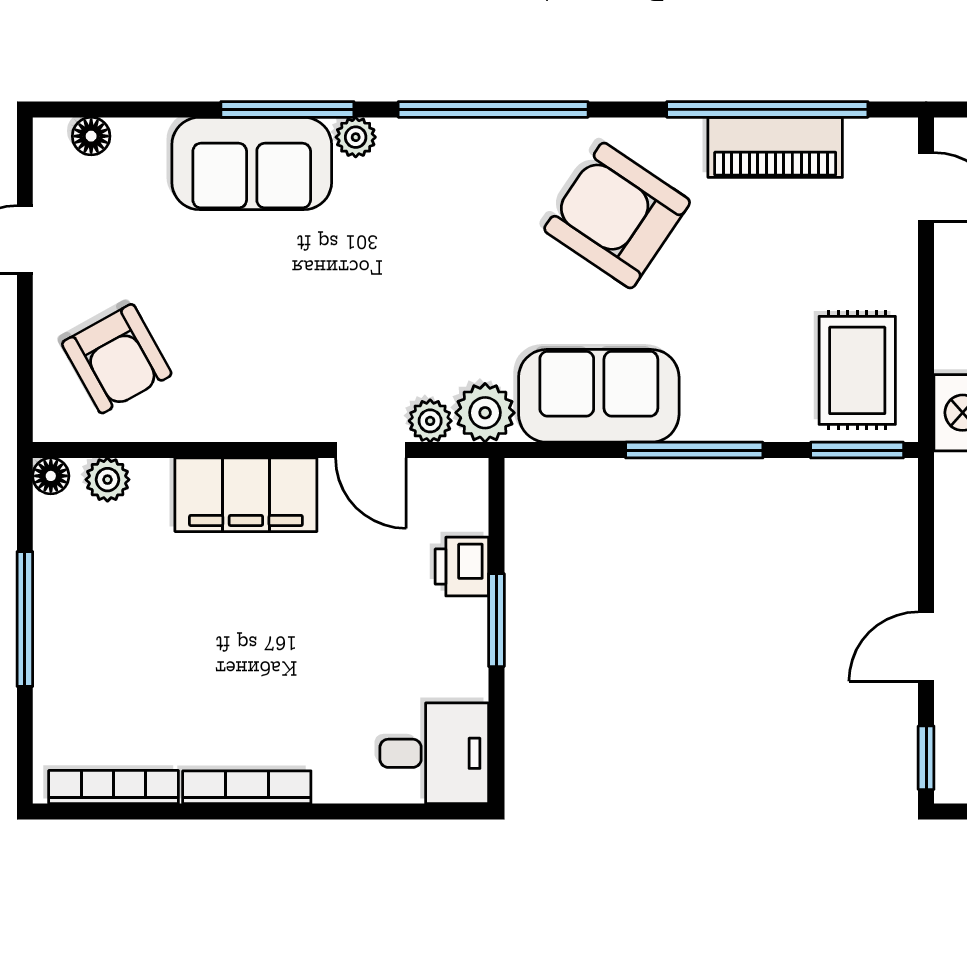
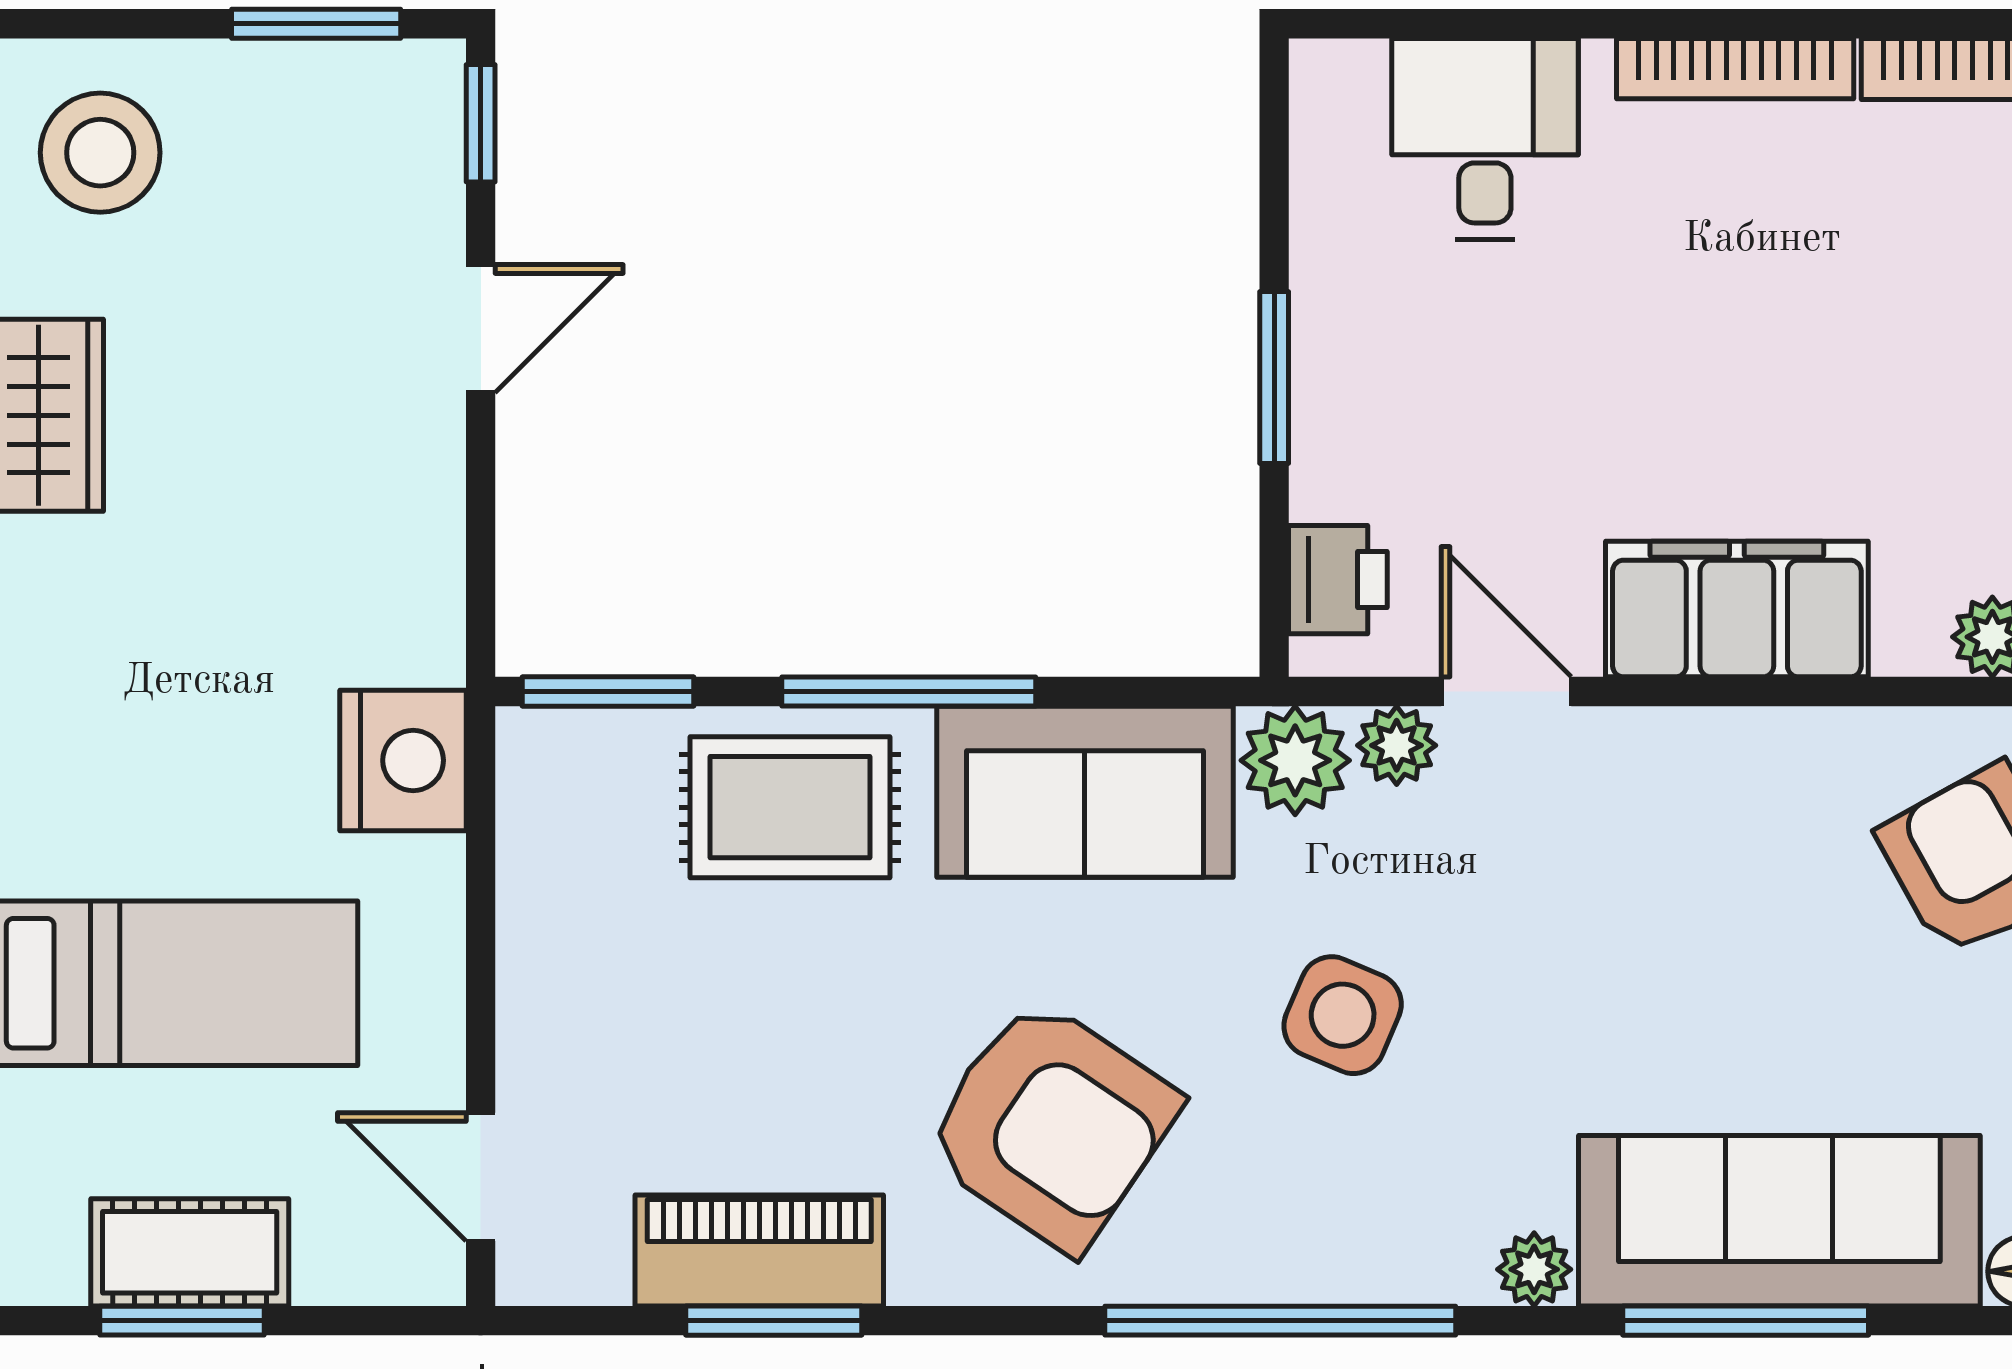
window: (287, 109) -> (1746, 1321), moved
window: (767, 109) -> (774, 1321), width x0.47
sofa: (252, 164) -> (1779, 1221), width x1.36
side table: (459, 275) -> (1343, 1015), added
rug: (857, 370) -> (790, 807), moved, turned 90
printer: (462, 567) -> (1338, 580), moved
desk: (434, 753) -> (1485, 139), moved, turned 90

